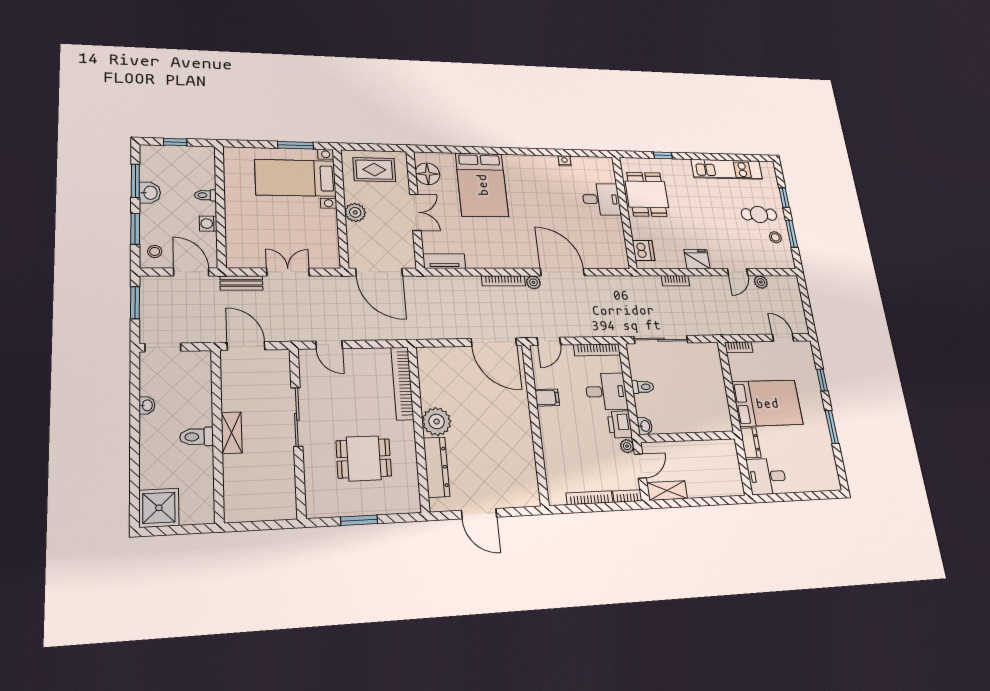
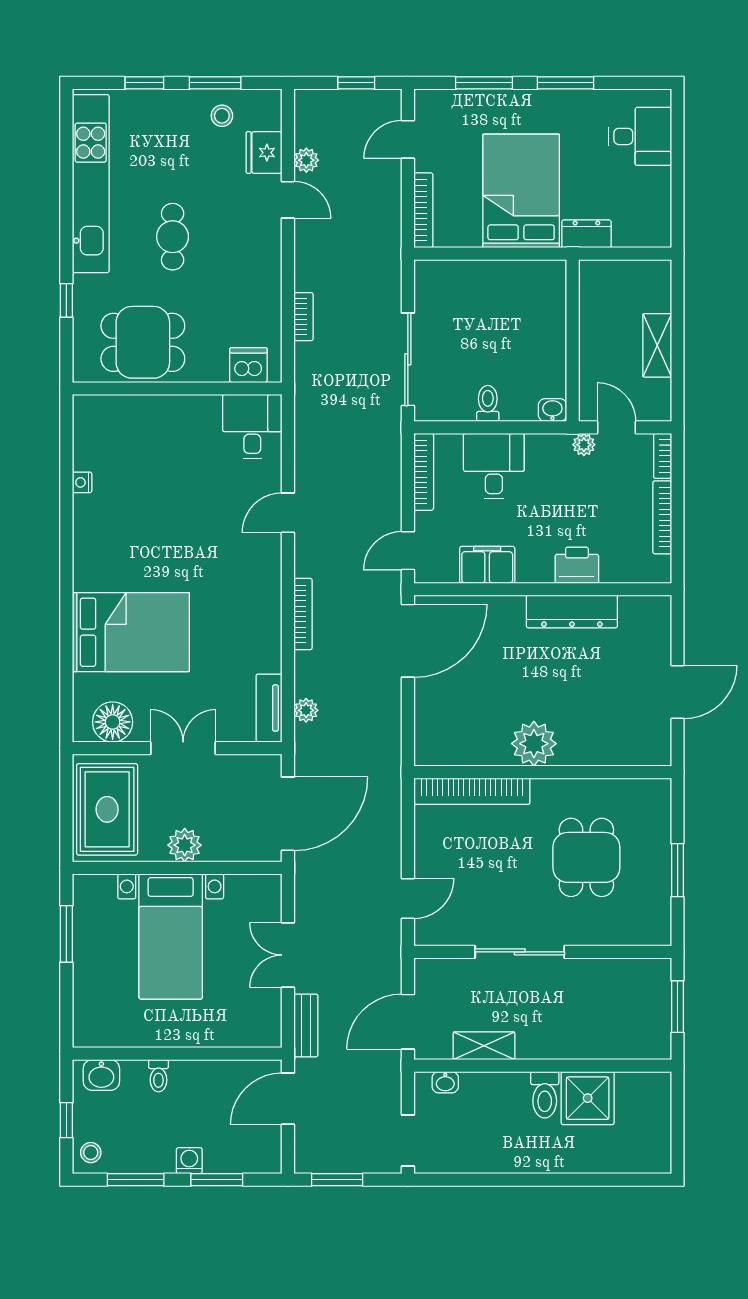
kitchen unit: (727, 169) -> (91, 184), width x1.36
rug: (374, 170) -> (107, 809), width x1.36, depth x1.43
bed with nightstands: (295, 178) -> (171, 936), moved
washbasin: (150, 193) -> (101, 1075), moved, turned 180
desk: (601, 199) -> (252, 427), moved
cafe table: (759, 214) -> (173, 237), moved
washing machine: (208, 224) -> (189, 1161), moved, turned 180
stool: (155, 251) -> (91, 1153), moved
fridge: (697, 259) -> (264, 153), moved
door: (562, 272) -> (288, 513), width x0.53
plant: (533, 282) -> (306, 710), moved
window: (807, 309) -> (356, 83), added
door: (549, 341) -> (408, 551), swing flipped
bookcase: (739, 347) -> (423, 210), width x1.56
window: (822, 380) -> (484, 83), width x1.50
filing cabinet: (547, 398) -> (487, 565), width x2.00
washbasin: (147, 405) -> (445, 1082), moved, turned 180
printer: (620, 424) -> (577, 565), moved, turned 180
shelving: (232, 433) -> (484, 1046), moved
dresser: (437, 467) -> (572, 612), moved, turned 180
desk: (767, 476) -> (640, 136), moved, turned -90
shelving: (667, 491) -> (657, 345), moved
shower: (159, 508) -> (588, 1098), moved
window: (263, 525) -> (678, 1007), added

